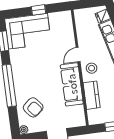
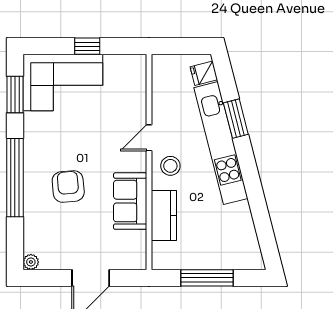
sofa: (72, 84) -> (130, 201), width x0.73
armchair: (33, 107) -> (68, 186), moved, turned -145

